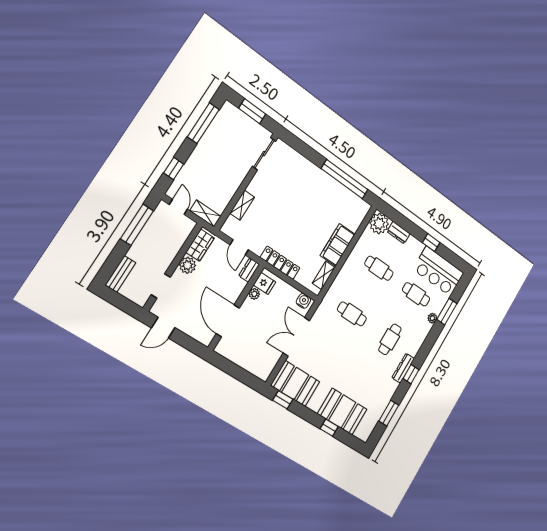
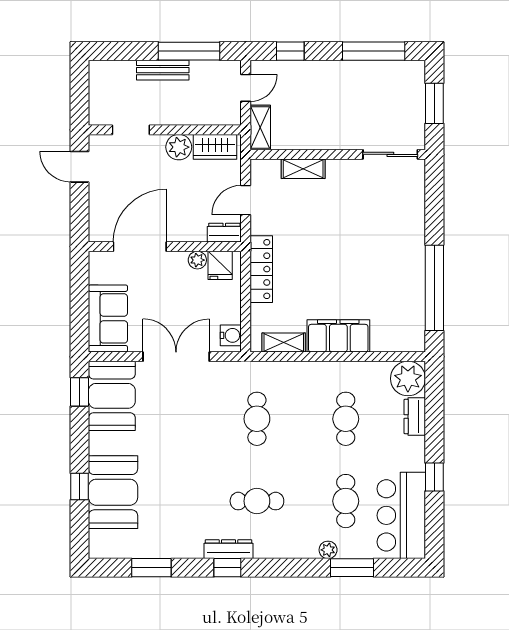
bench: (121, 274) -> (163, 70), moved
sofa: (255, 362) -> (108, 318), added

